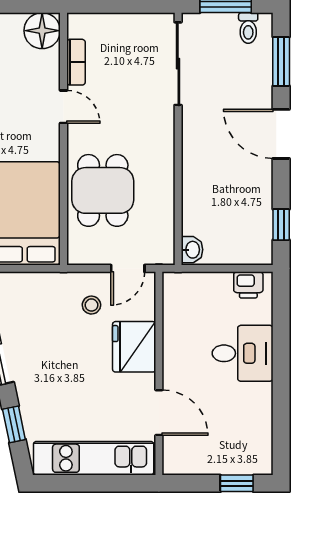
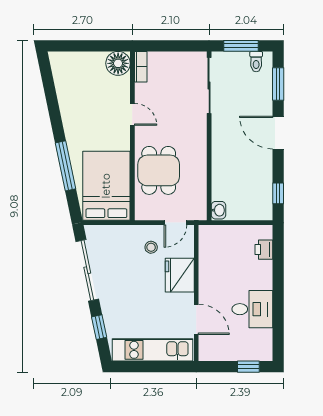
bookcase: (76, 62) -> (141, 67), moved
printer: (248, 285) -> (264, 250), moved, turned 90
desk: (243, 353) -> (252, 309), moved

